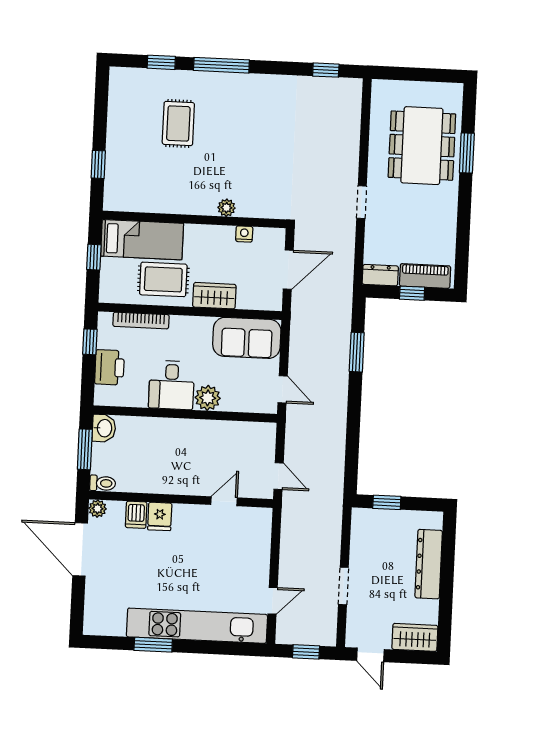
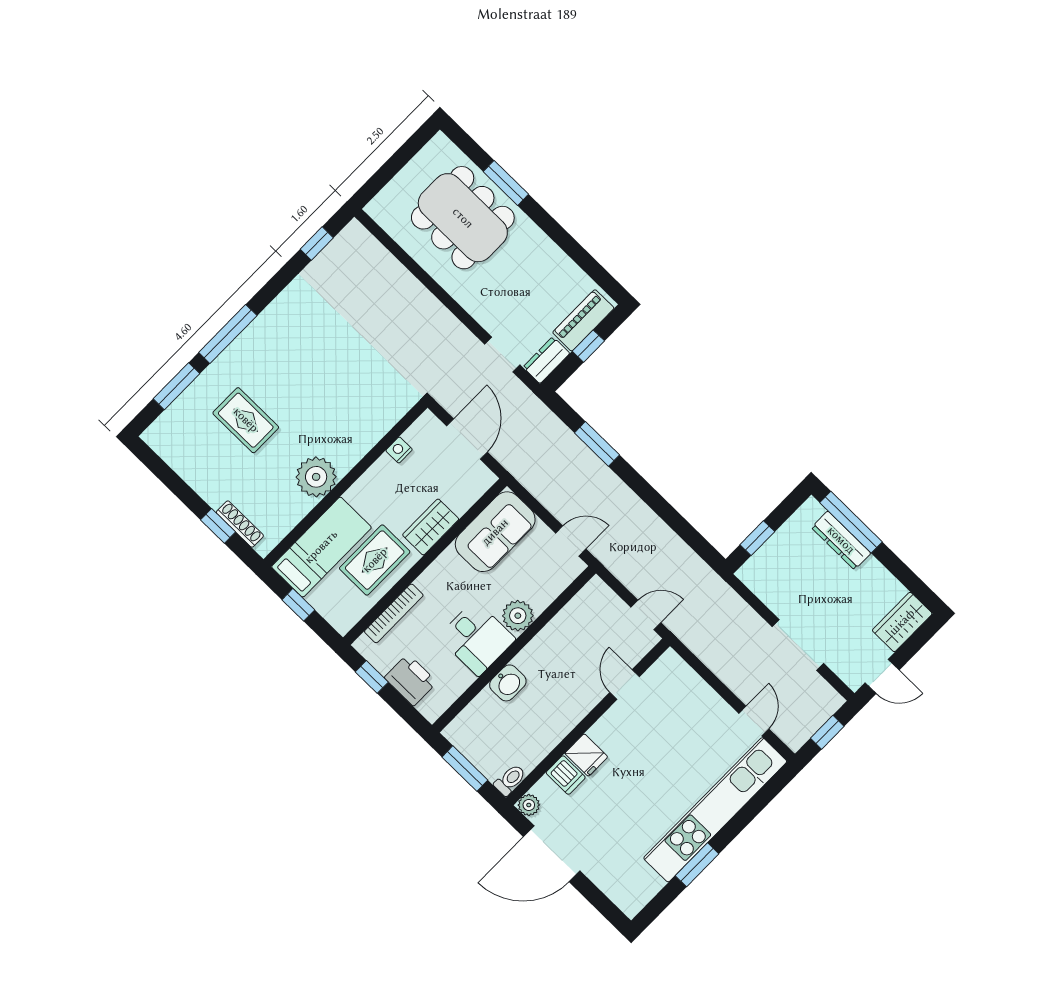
window: (161, 62) -> (176, 386), width x1.50
shoe rack: (111, 177) -> (240, 524), added
doorway: (362, 202) -> (502, 355), moved
plant: (226, 208) -> (316, 477), moved, width x1.87, depth x1.87
washbasin: (104, 428) -> (508, 683), moved, turned 90
window: (448, 551) -> (851, 522), added
dresser: (429, 564) -> (841, 540), width x0.73, depth x0.80
doorway: (343, 586) -> (798, 645), width x1.38

